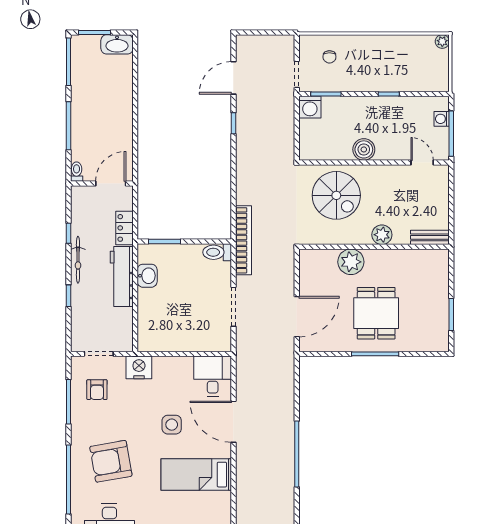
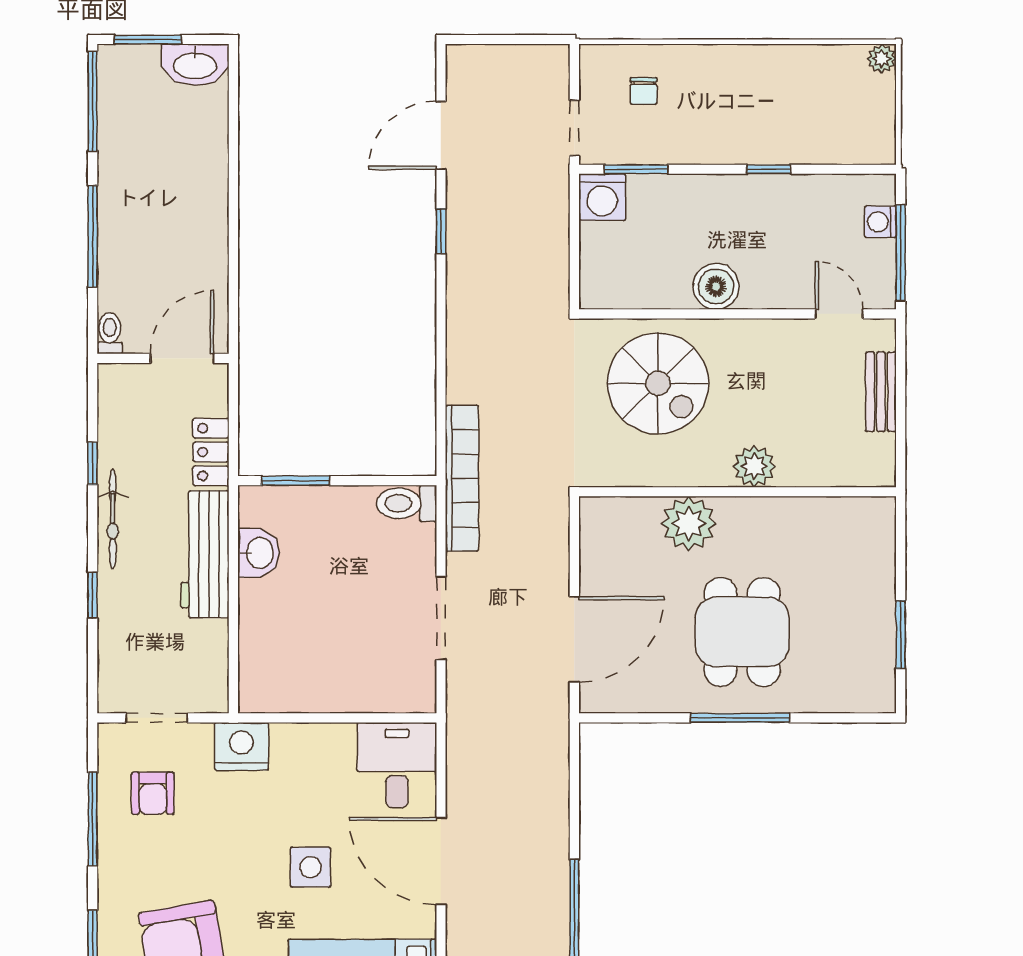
bench: (430, 237) -> (881, 392), moved, turned 90

